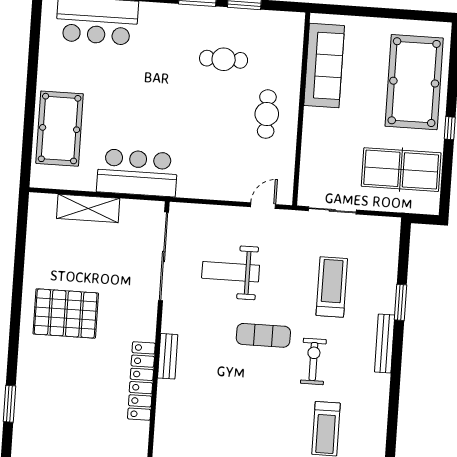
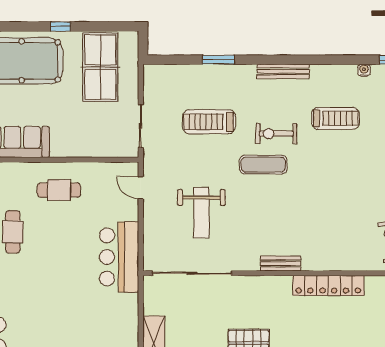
bar counter: (137, 173) -> (119, 257), moved
exercise mat: (263, 335) -> (263, 165), moved, turned 90
bench: (385, 344) -> (283, 71), moved
locker: (141, 381) -> (328, 285), moved

